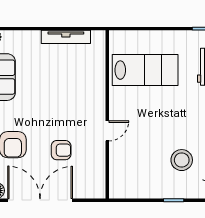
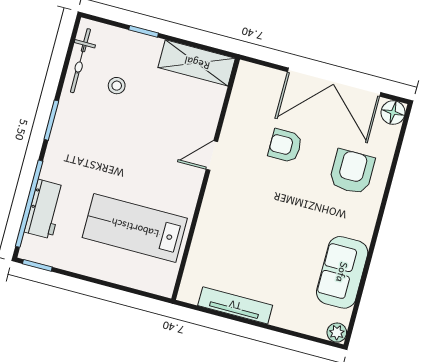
stool: (182, 160) -> (117, 86), width x0.53, depth x0.53
shelving: (133, 189) -> (197, 63), added

